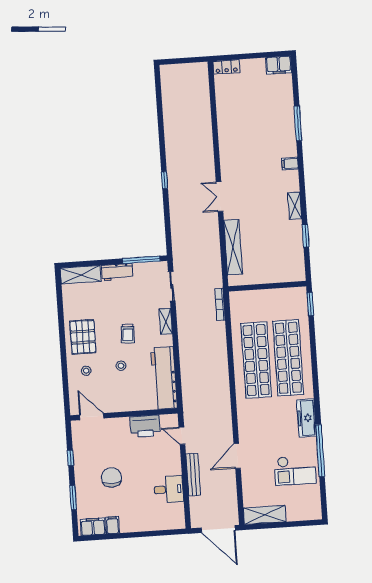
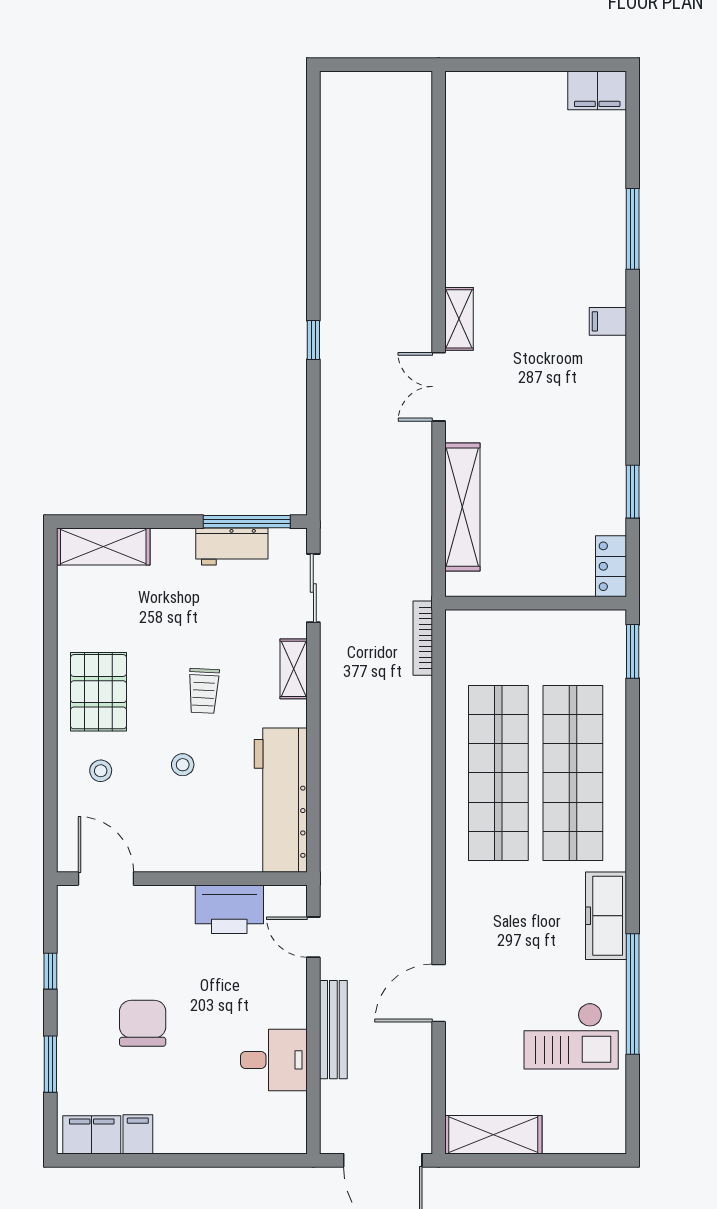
locker: (226, 67) -> (611, 566), moved, turned 90
shelving: (295, 206) -> (459, 319), moved
workbench: (117, 272) -> (232, 546), moved

